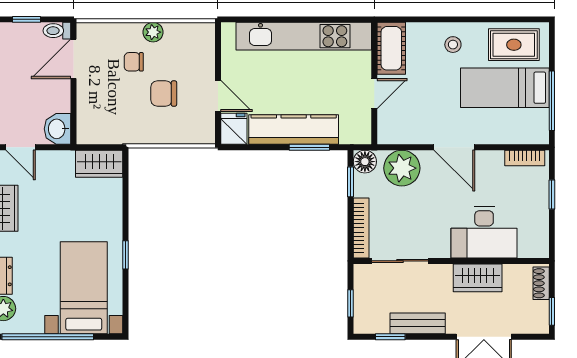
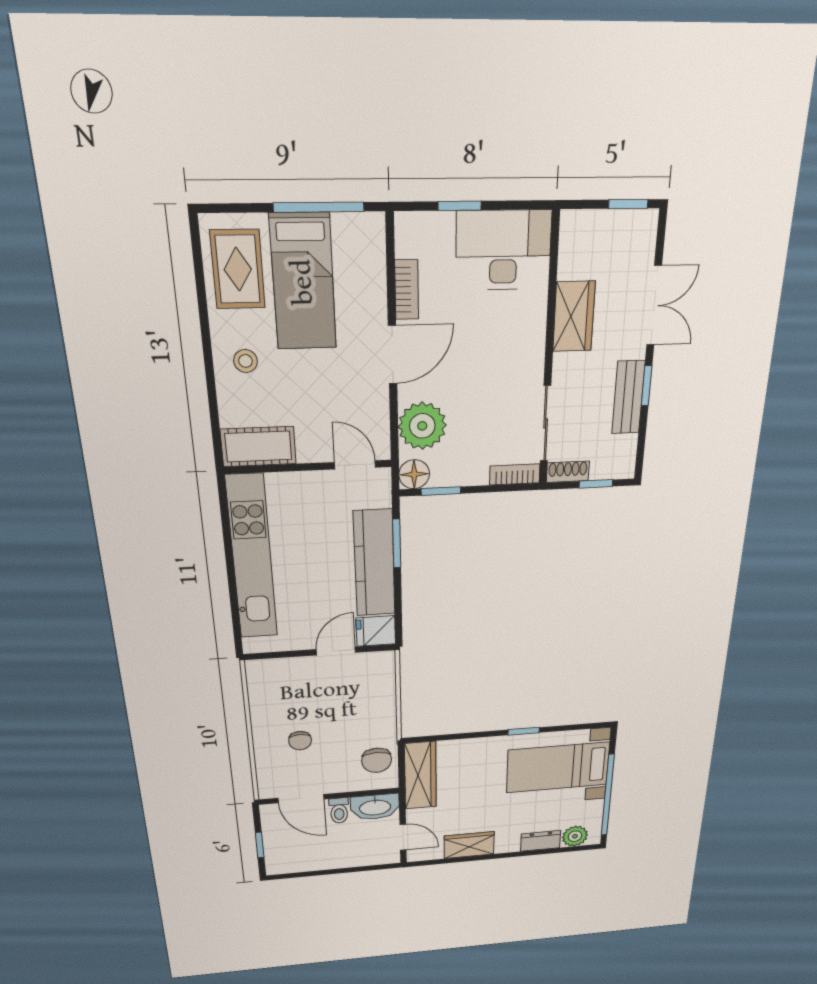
toilet: (57, 31) -> (339, 811), moved
plant: (153, 32) -> (263, 724), removed
chair: (164, 94) -> (377, 760), moved
door: (374, 94) -> (355, 465), moved
washbasin: (57, 129) -> (375, 807), width x1.38
door: (21, 147) -> (403, 837), hinge flipped
bookcase: (525, 158) -> (407, 290), moved
wardrobe: (99, 164) -> (420, 775), width x1.50
bookcase: (361, 228) -> (515, 474), width x0.64
desk: (484, 232) -> (503, 250), moved, turned -90
shoe rack: (541, 283) -> (568, 472), moved, turned 180
window: (390, 337) -> (647, 386), moved

